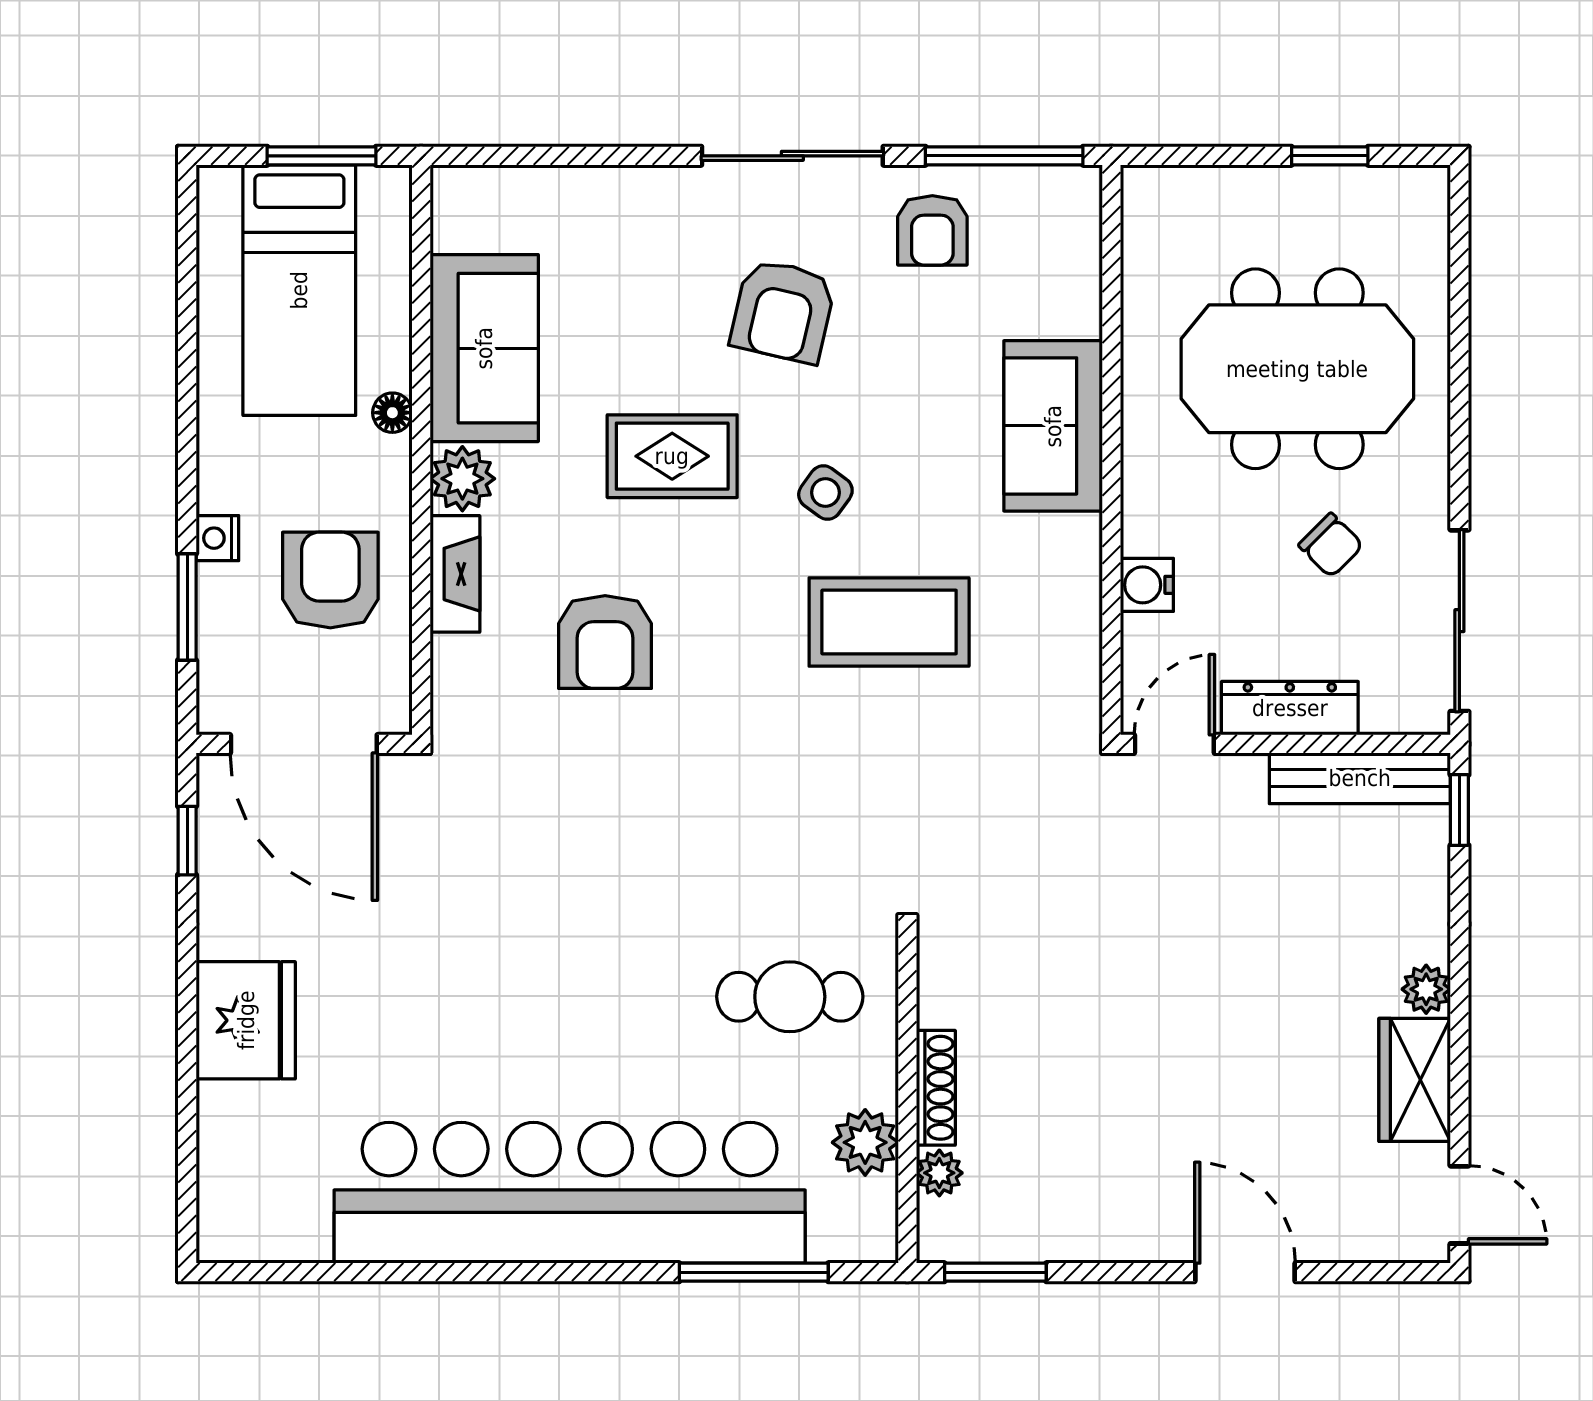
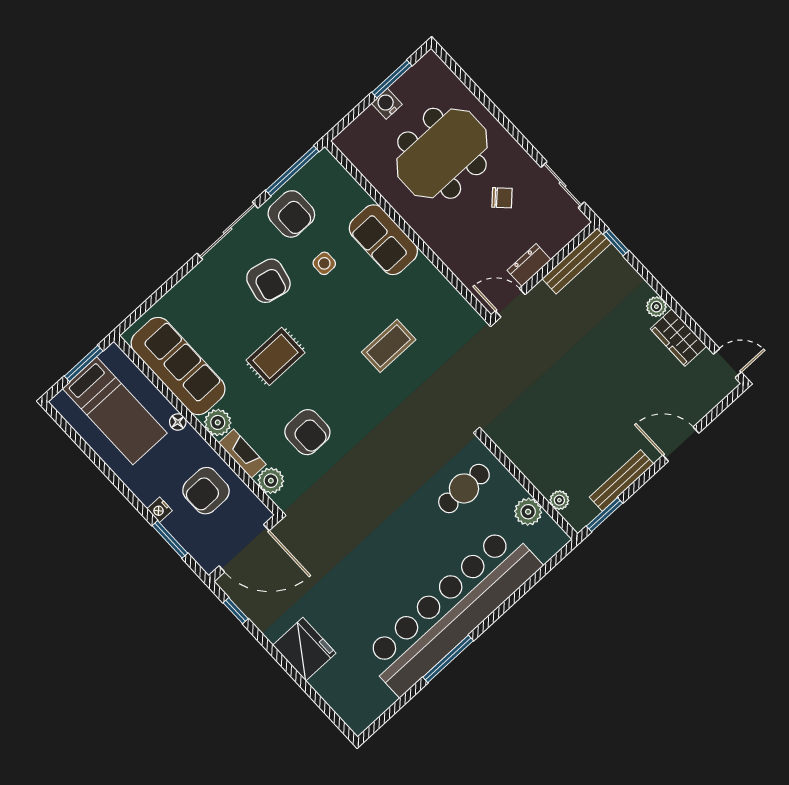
window: (1330, 156) -> (392, 79), width x1.50
armchair: (932, 230) -> (291, 214), width x1.38, depth x1.38
sofa: (484, 348) -> (178, 366), width x1.36
side table: (825, 493) -> (324, 263), moved, turned -36
armchair: (330, 580) -> (206, 491), turned -90
water cooler: (1147, 585) -> (387, 104), moved, turned 90
sliding door: (1459, 621) -> (563, 185), width x0.73
coffee table: (889, 622) -> (389, 346), width x0.73, depth x0.76
plant: (461, 668) -> (271, 481), added
dresser: (1290, 708) -> (529, 265), width x0.70
door: (1174, 744) -> (510, 303), hinge flipped
shoe rack: (936, 1088) -> (534, 475), removed
bench: (1081, 1240) -> (622, 480), added
window: (754, 1272) -> (448, 659), moved

